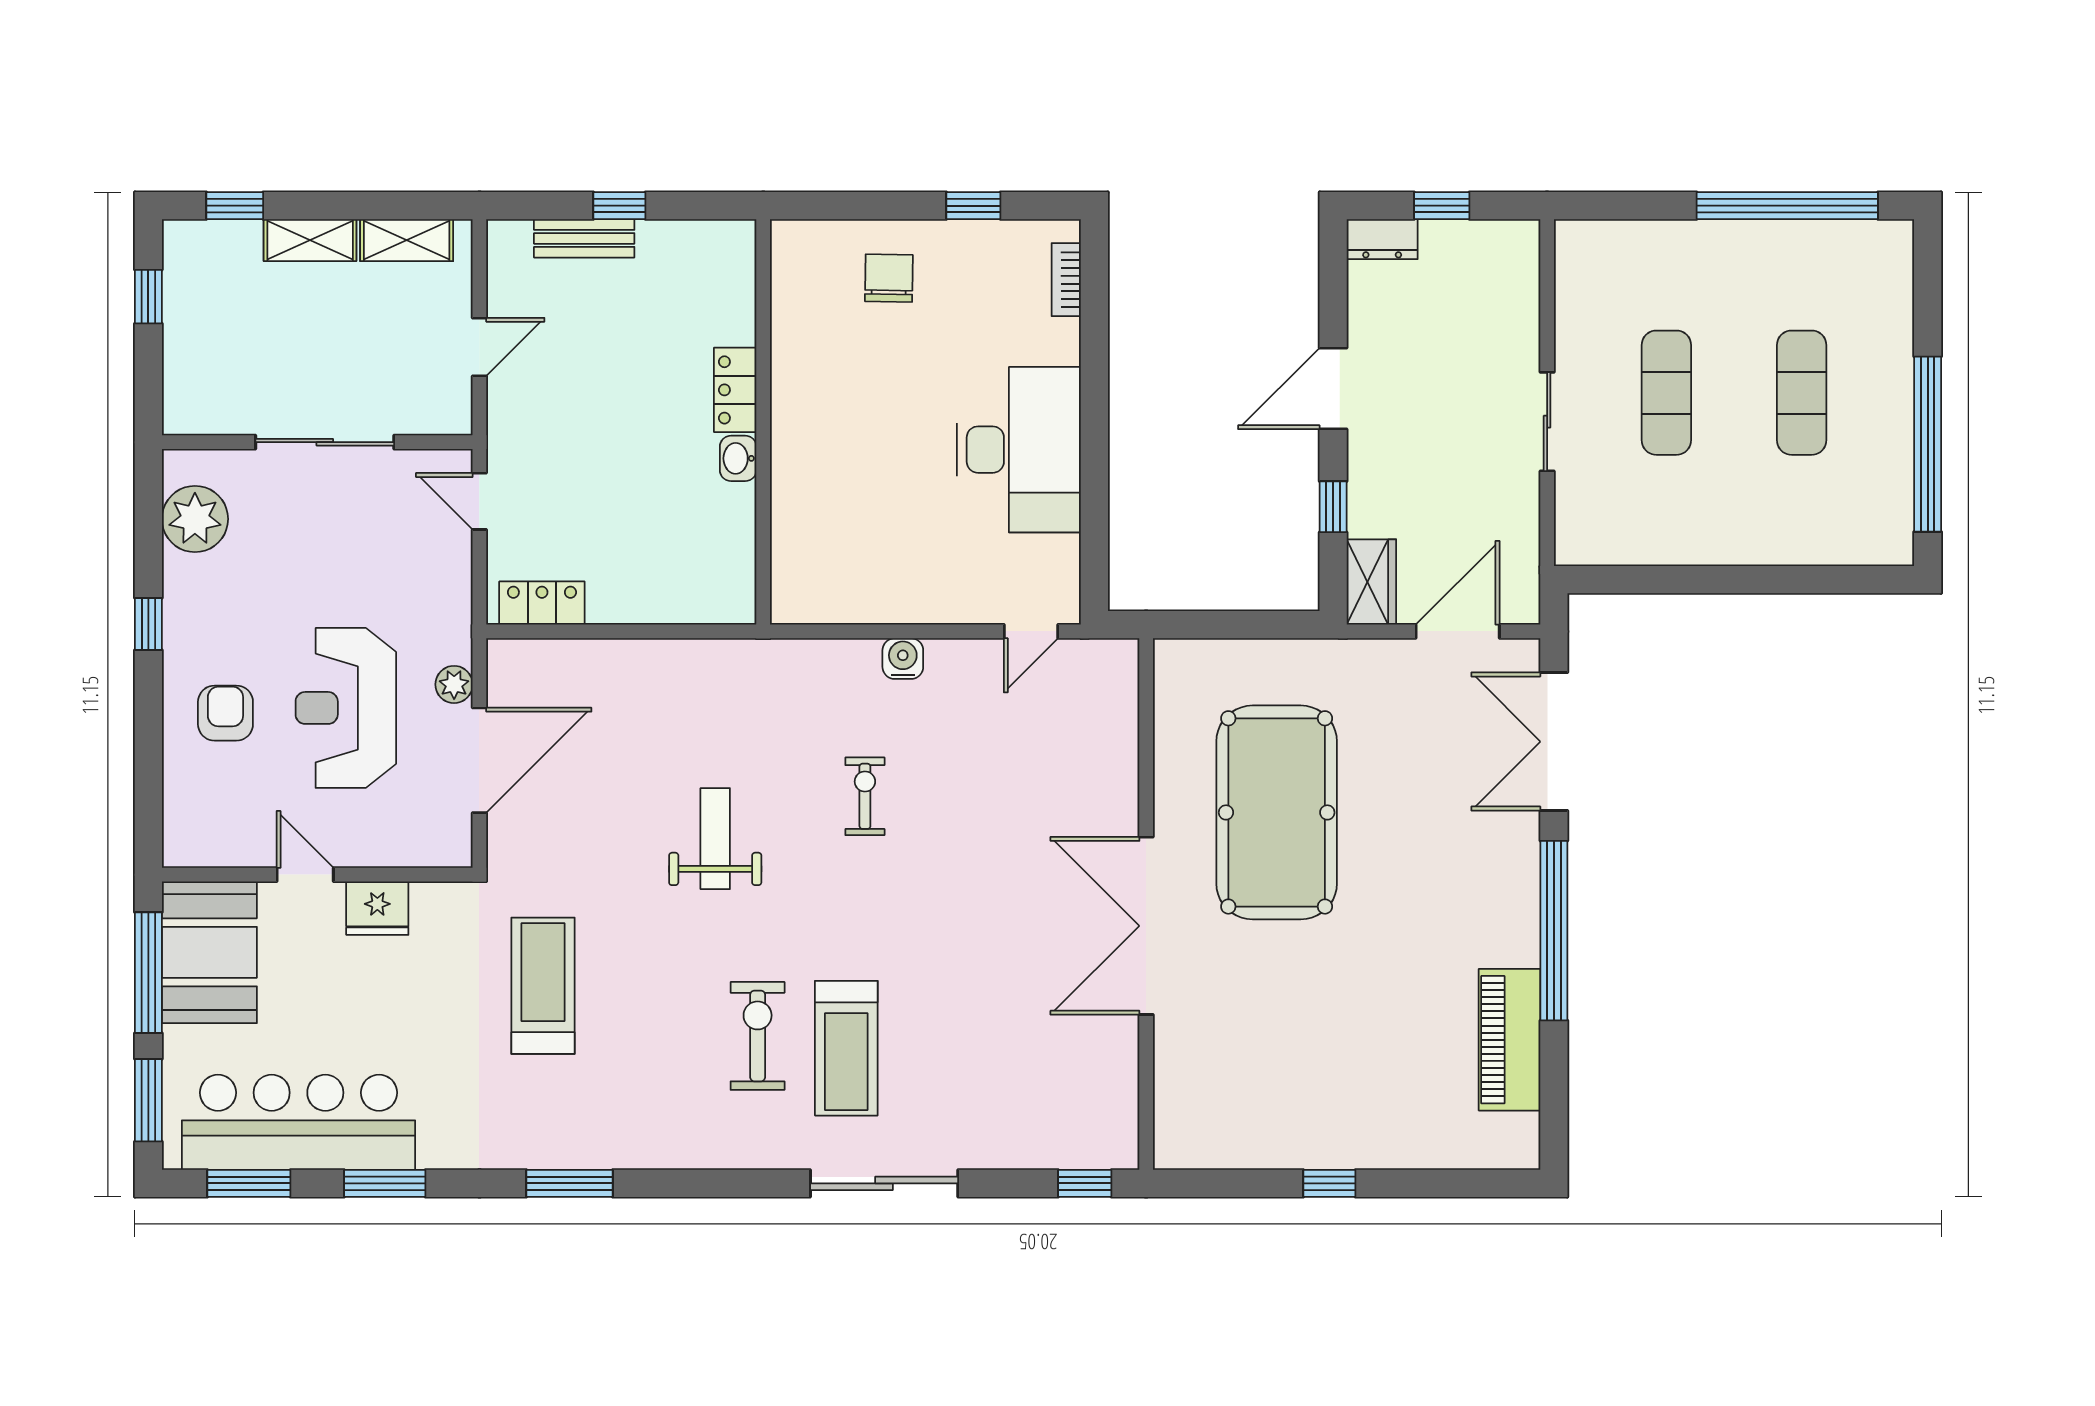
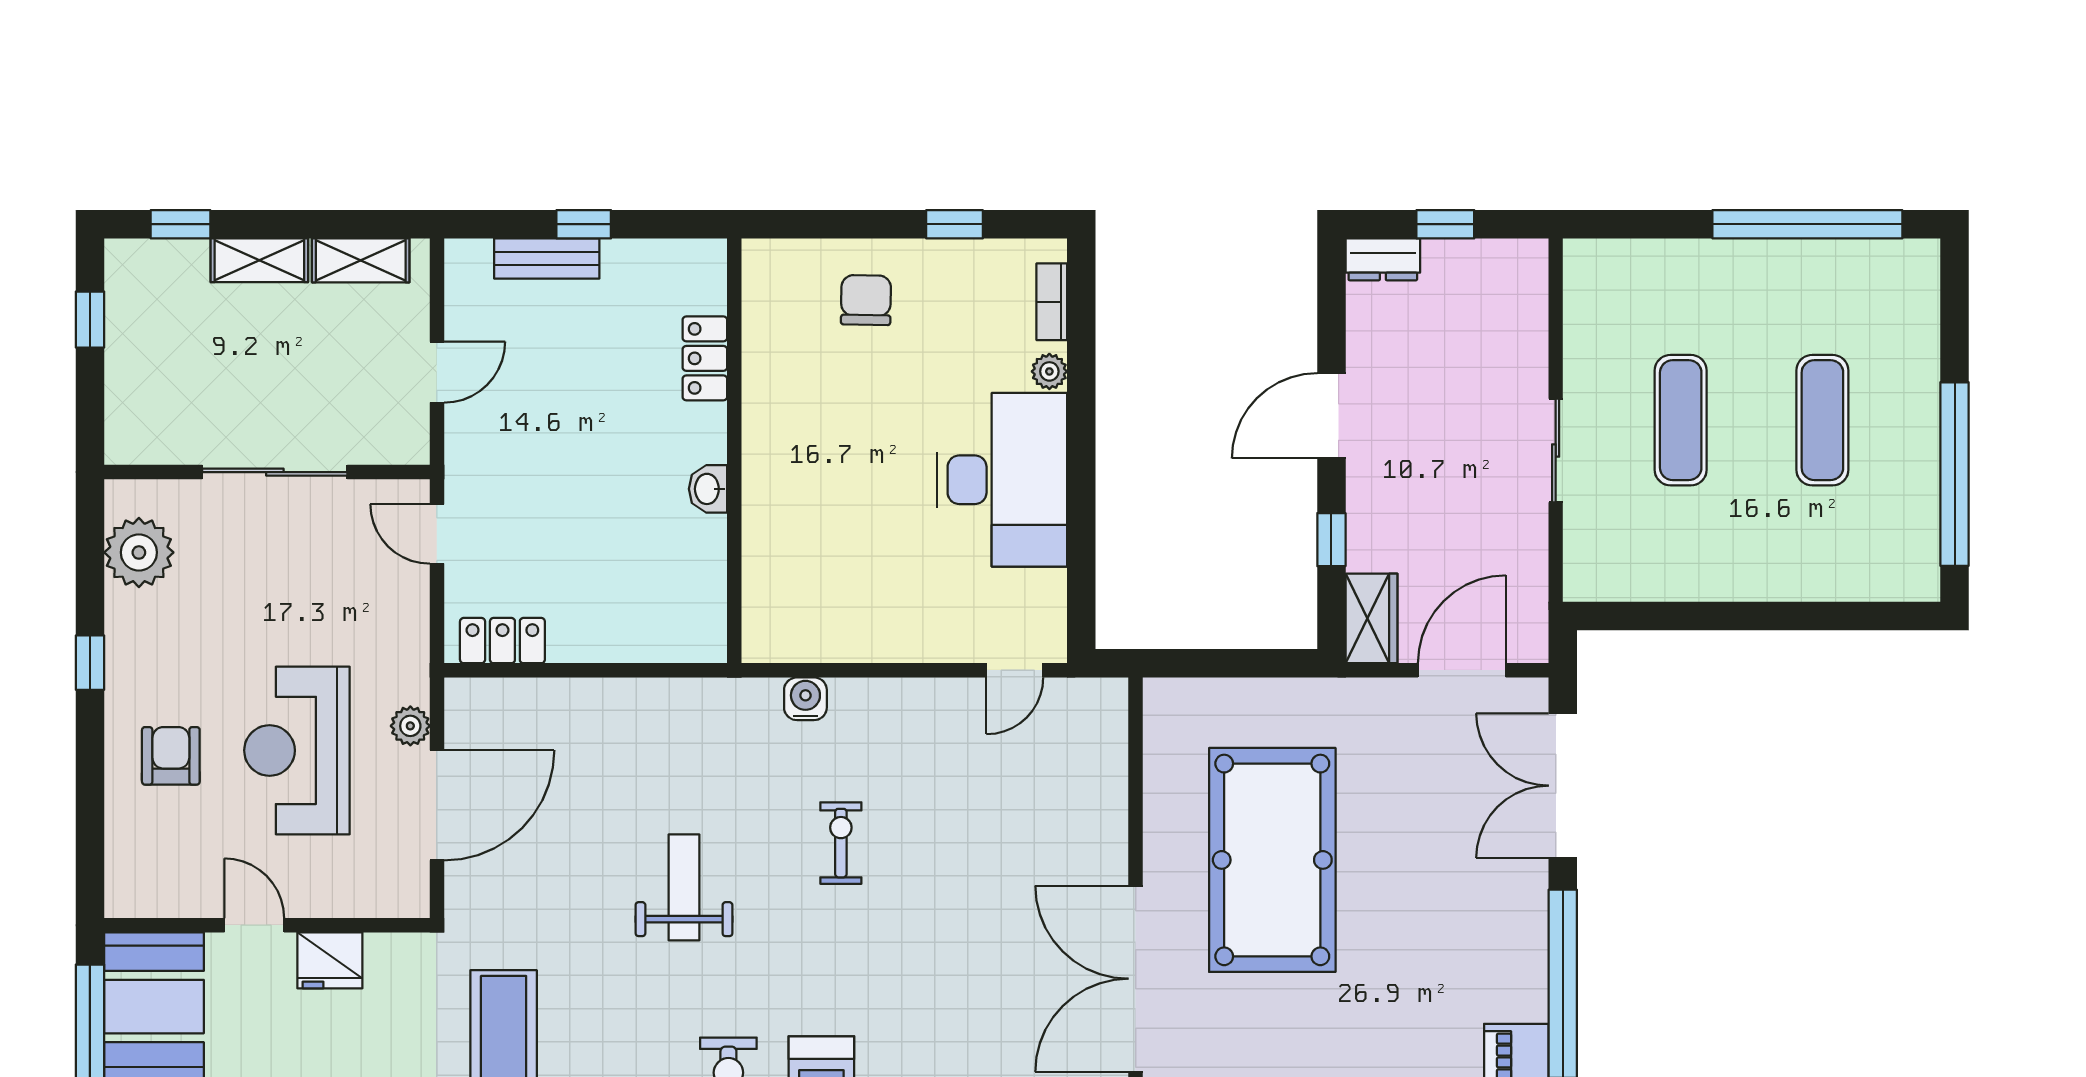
plant: (1064, 346) -> (1049, 371), added
locker: (735, 390) -> (705, 358), moved
water cooler: (903, 659) -> (805, 699), moved

